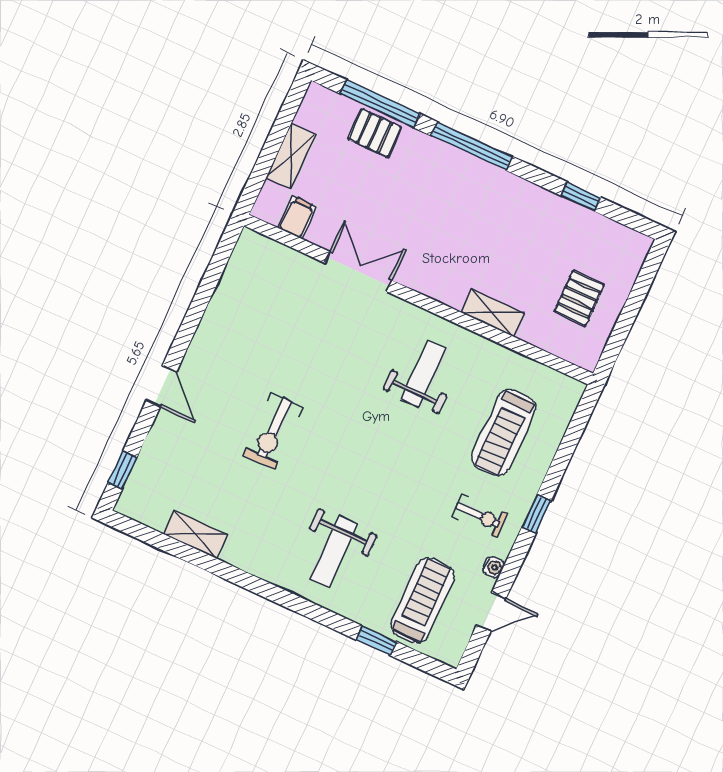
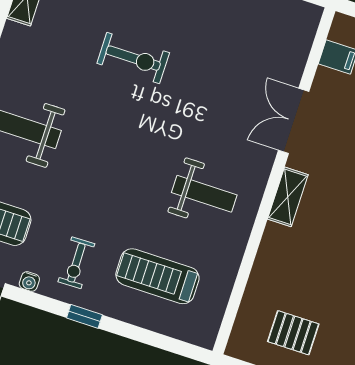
double door: (358, 272) -> (294, 121), swing flipped
shelving: (493, 313) -> (288, 197), moved
exercise bike: (273, 431) -> (133, 58), turned 180

